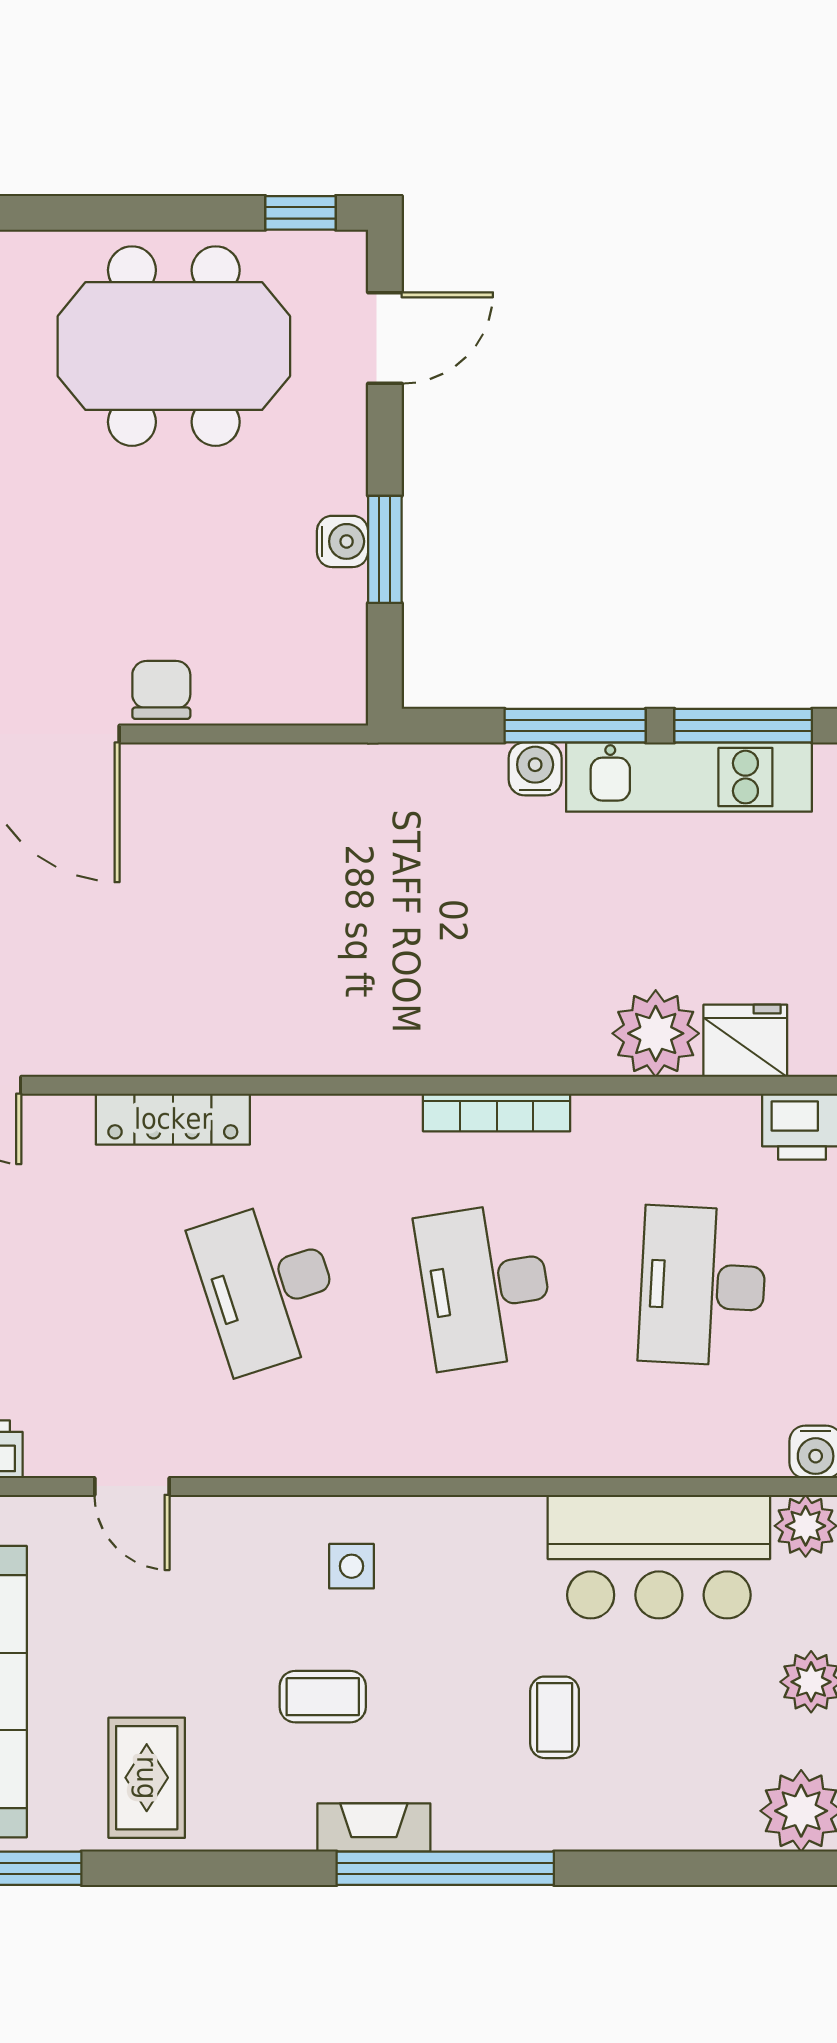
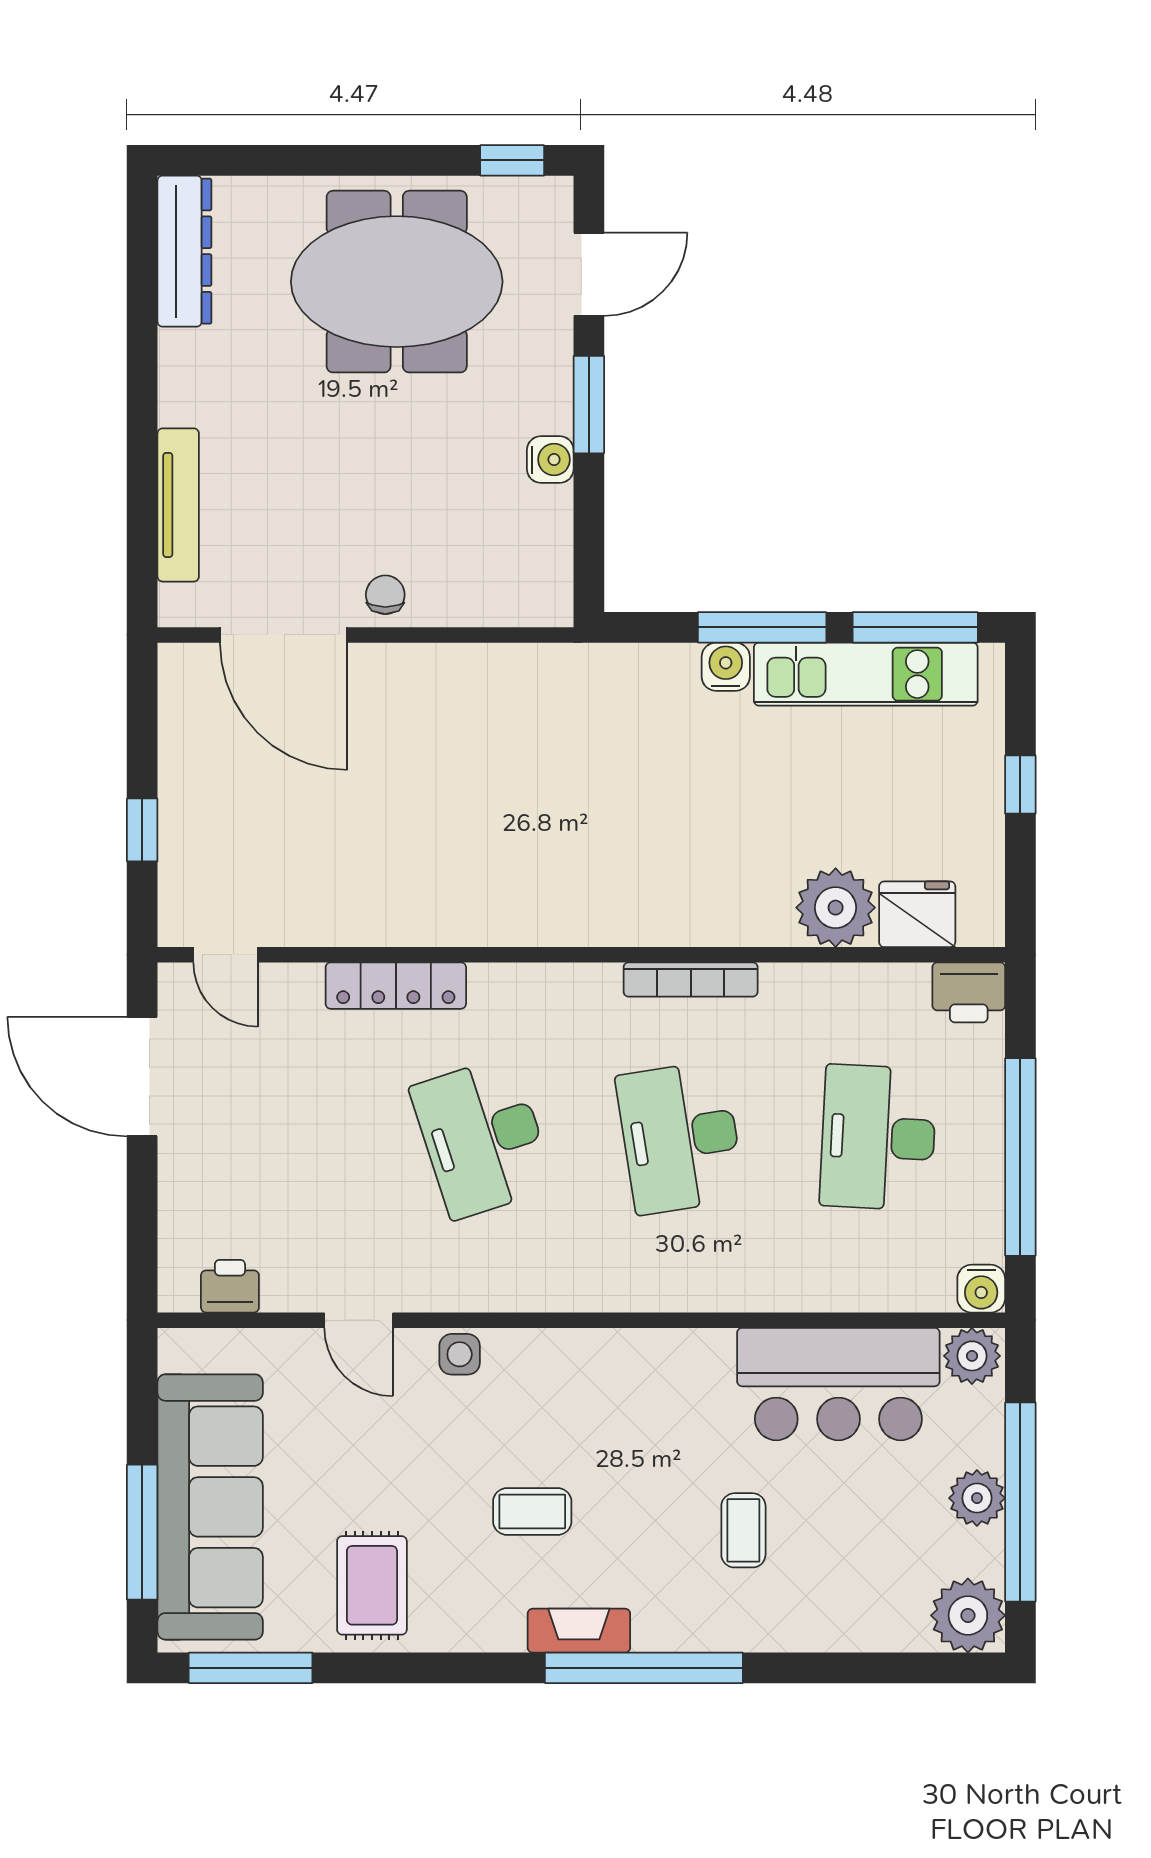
window: (385, 549) -> (589, 405), moved
chair: (161, 690) -> (385, 595), width x0.73, depth x0.73
side table: (352, 1566) -> (460, 1354), moved

